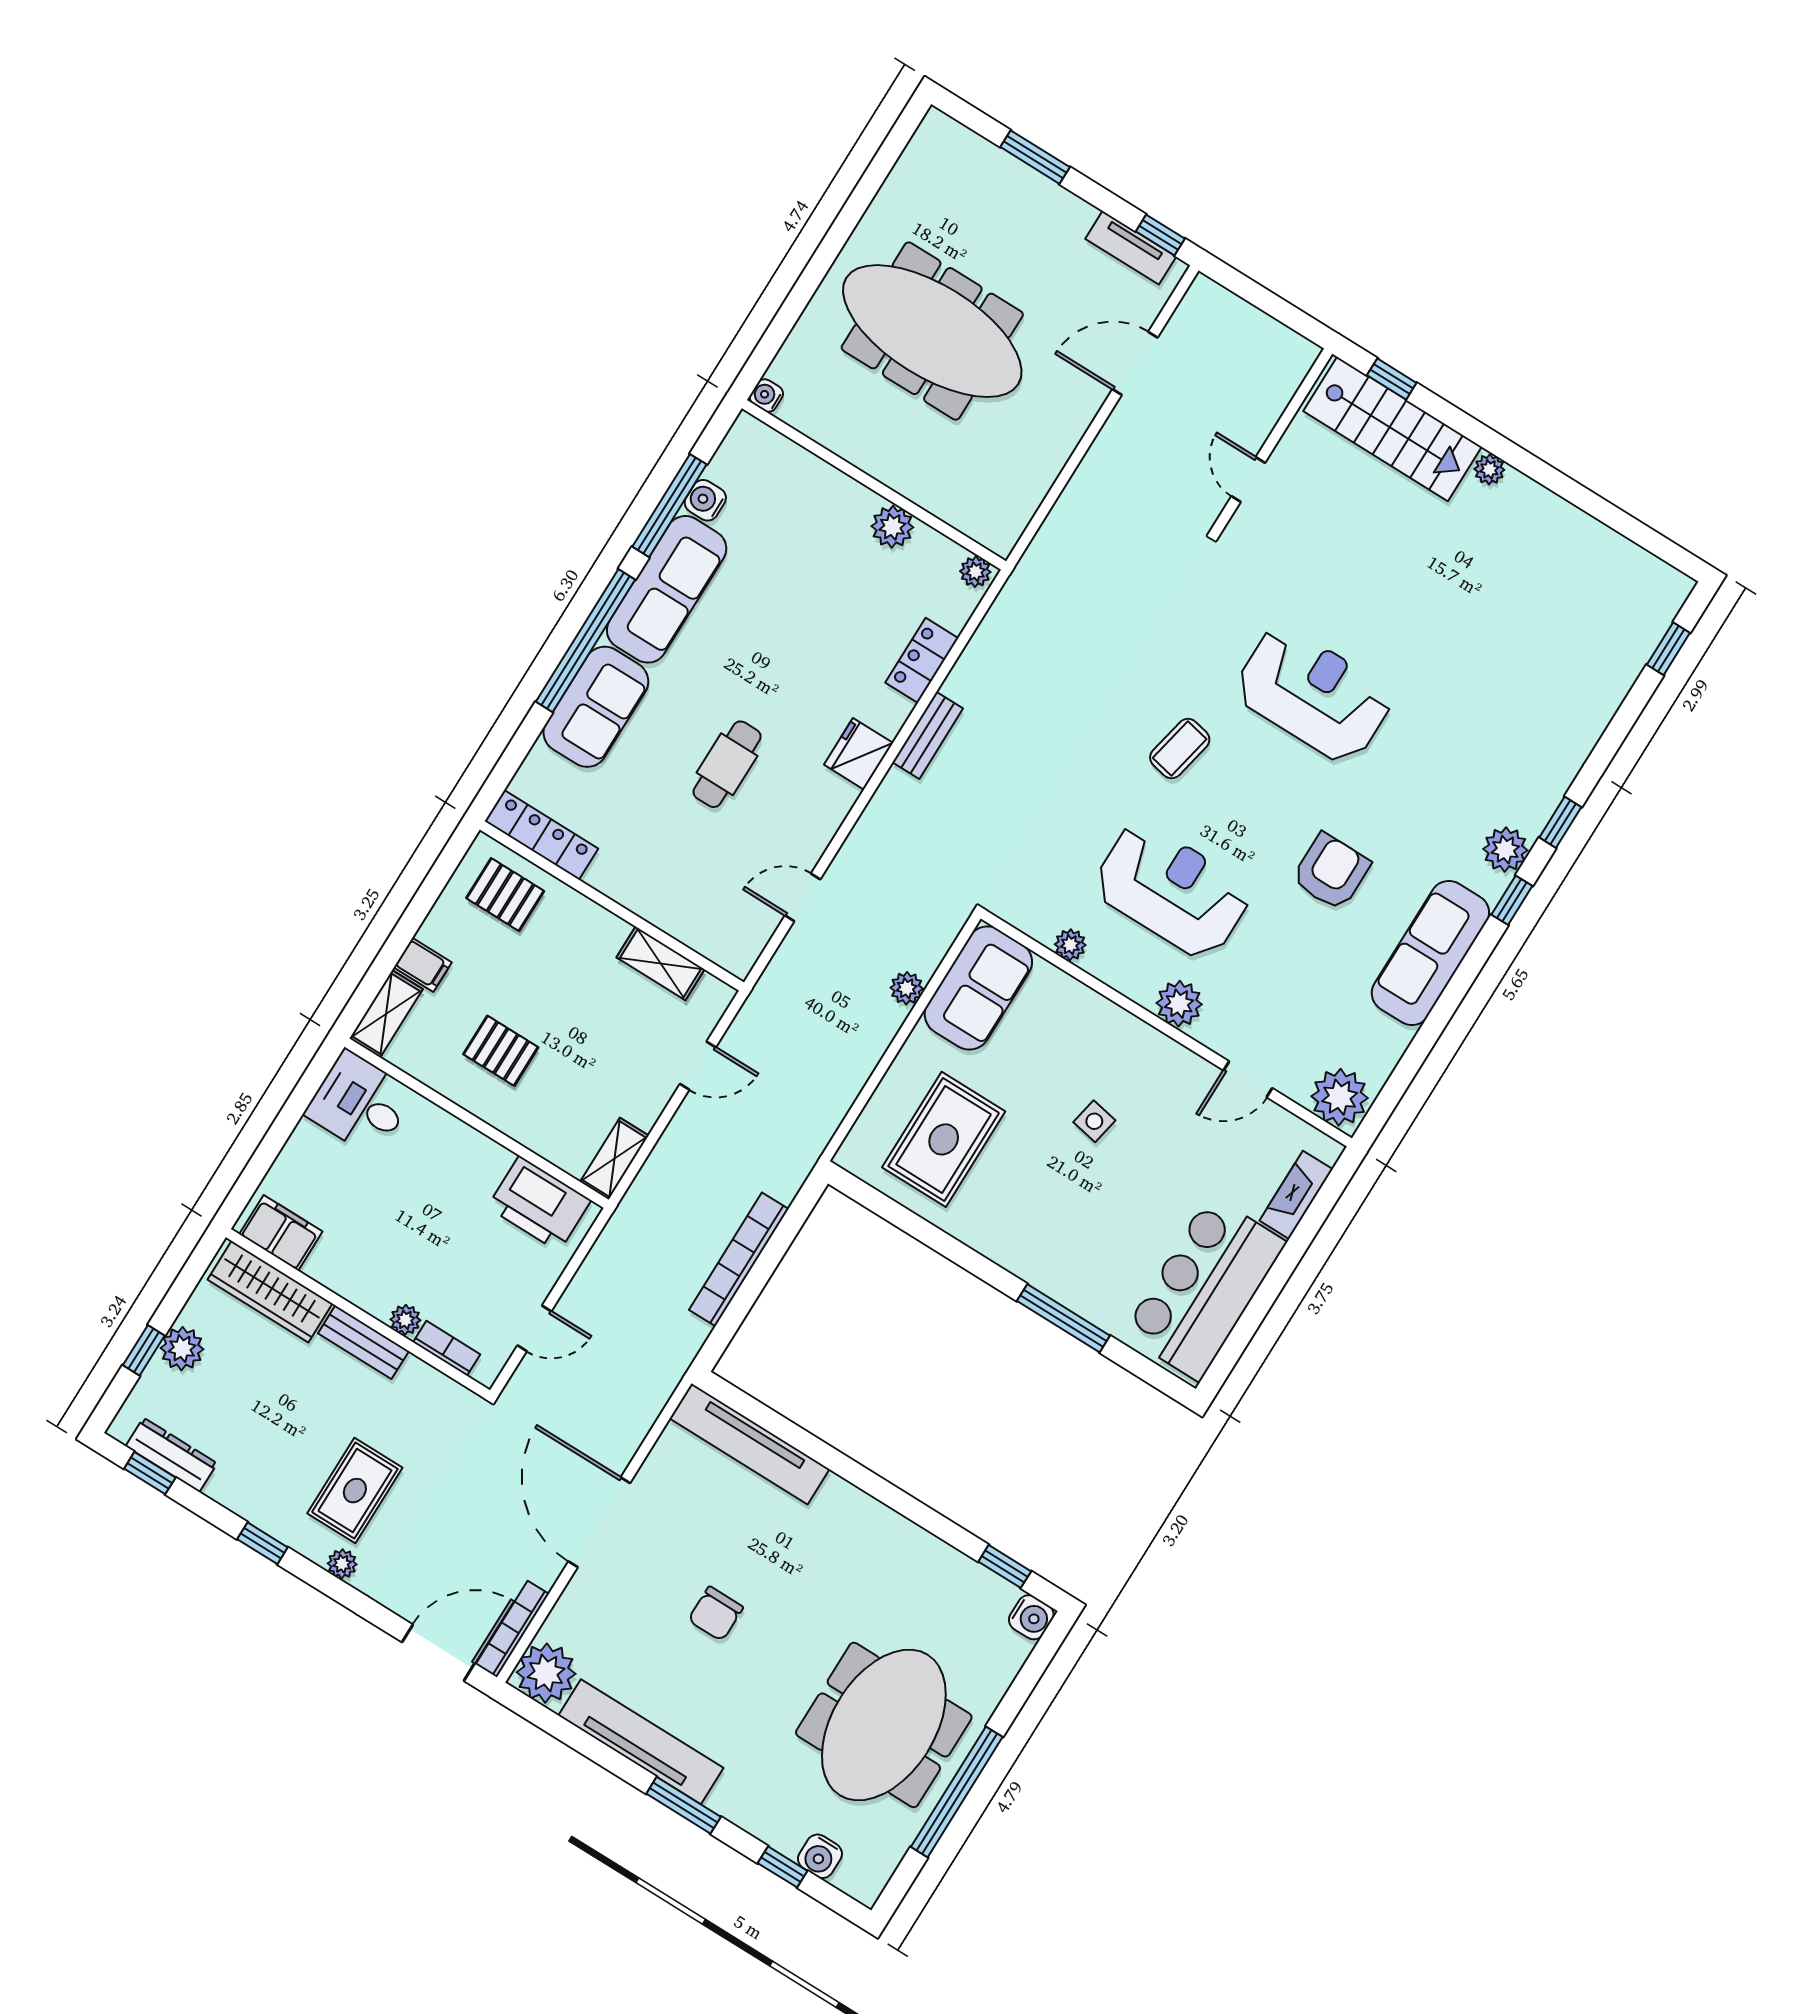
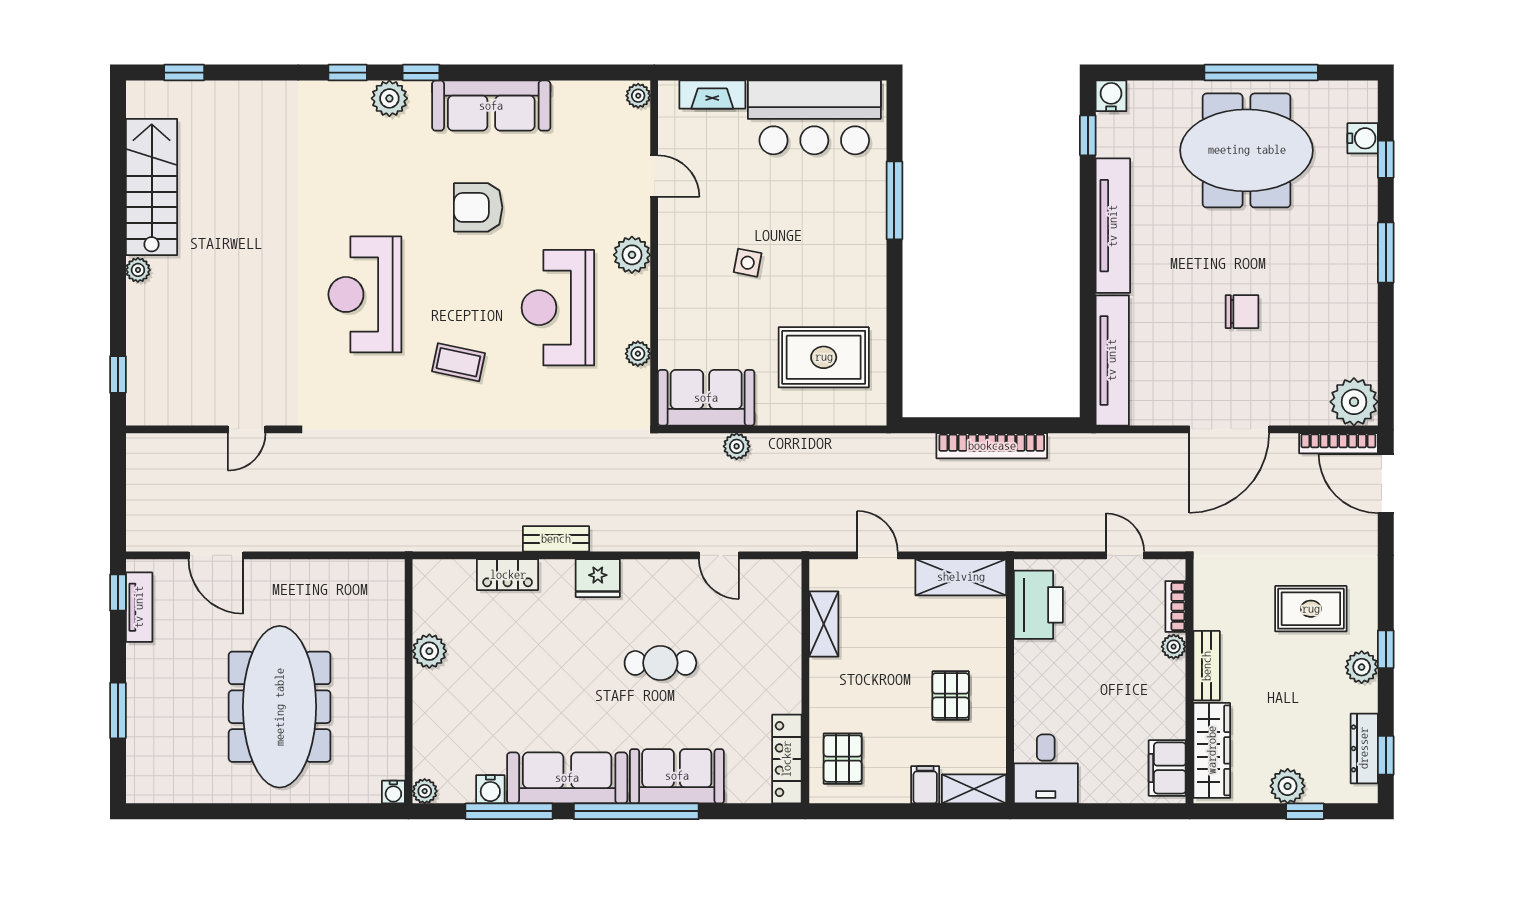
stairs: (1392, 429) -> (152, 187), moved
plant: (975, 572) -> (425, 791), moved
plant: (1340, 1097) -> (638, 96), width x0.53, depth x0.53
shelving: (614, 1159) -> (961, 577), width x1.50, depth x1.33
plant: (342, 1564) -> (1362, 667), moved, width x1.38, depth x1.38
tv unit: (641, 1742) -> (1113, 226), moved, turned 180

